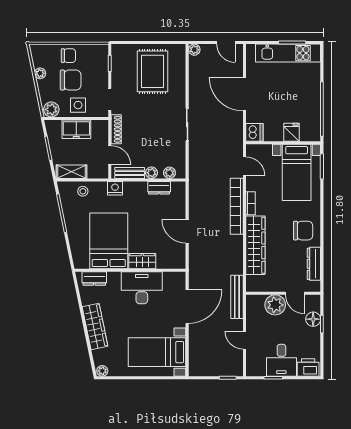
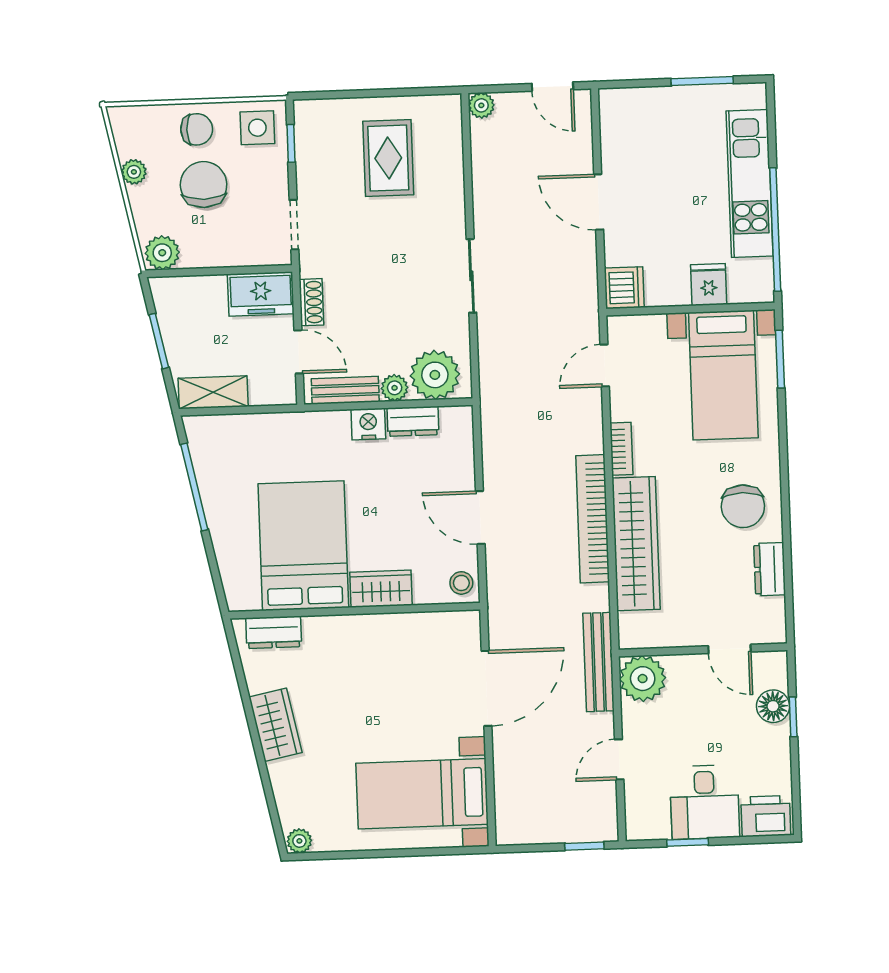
kitchen unit: (288, 53) -> (750, 183), moved, turned 90
rug: (152, 71) -> (388, 158), width x0.73, depth x0.70
chair: (71, 80) -> (204, 185), turned -90
door: (244, 94) -> (599, 202), width x0.73
side table: (78, 105) -> (257, 128), moved
freezer: (76, 129) -> (261, 294), moved
shoe rack: (116, 129) -> (311, 302), width x0.70
door: (244, 166) -> (605, 365), swing flipped
plant: (169, 173) -> (435, 375), width x1.88, depth x1.88
nightstand: (115, 188) -> (368, 424), moved
stool: (83, 191) -> (461, 583), moved
bookcase: (237, 206) -> (593, 519), moved
chair: (303, 231) -> (743, 506), turned 90
dresser: (314, 264) -> (770, 569), width x0.70
desk: (142, 288) -> (382, 649), removed
plant: (275, 305) -> (643, 679), moved
wardrobe: (95, 326) -> (275, 725), width x0.67
door: (244, 340) -> (619, 759), hinge flipped

